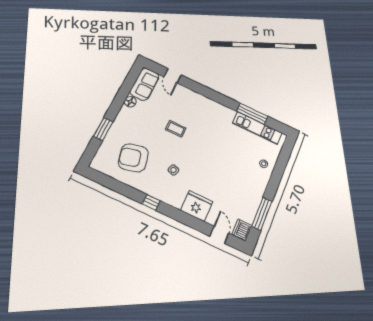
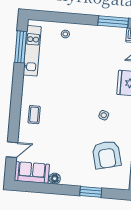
window: (252, 114) -> (21, 47), moved
coffee table: (176, 129) -> (34, 115), moved

